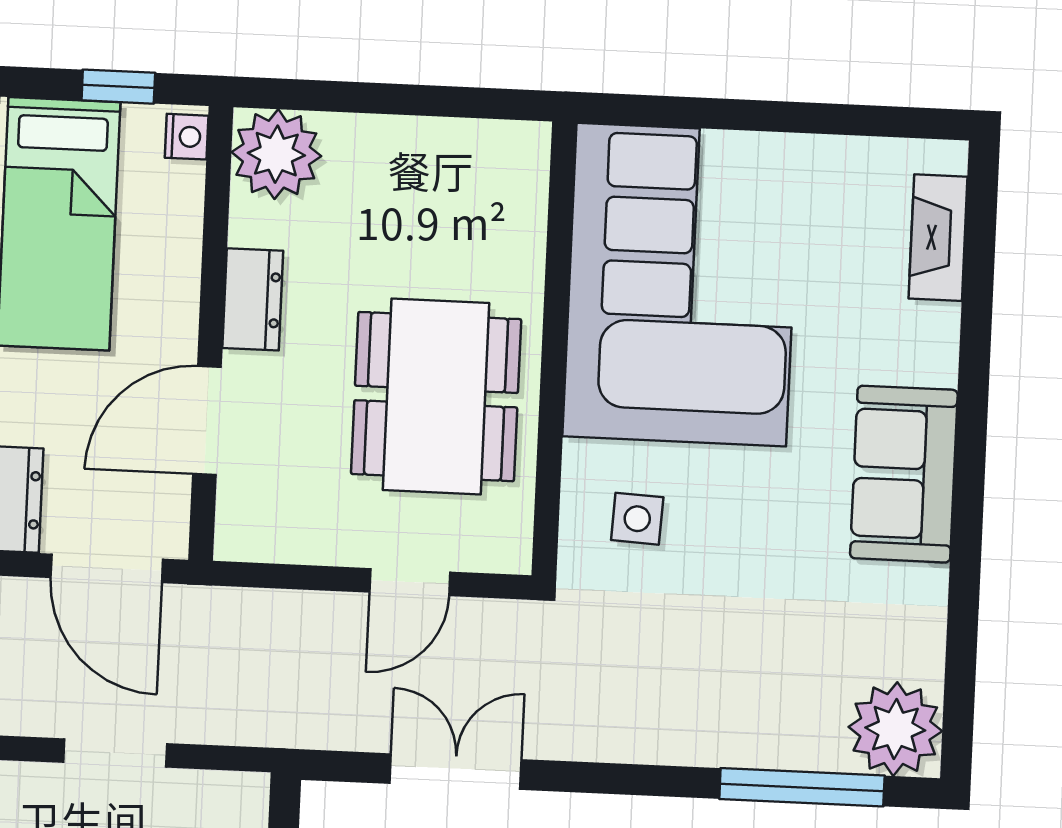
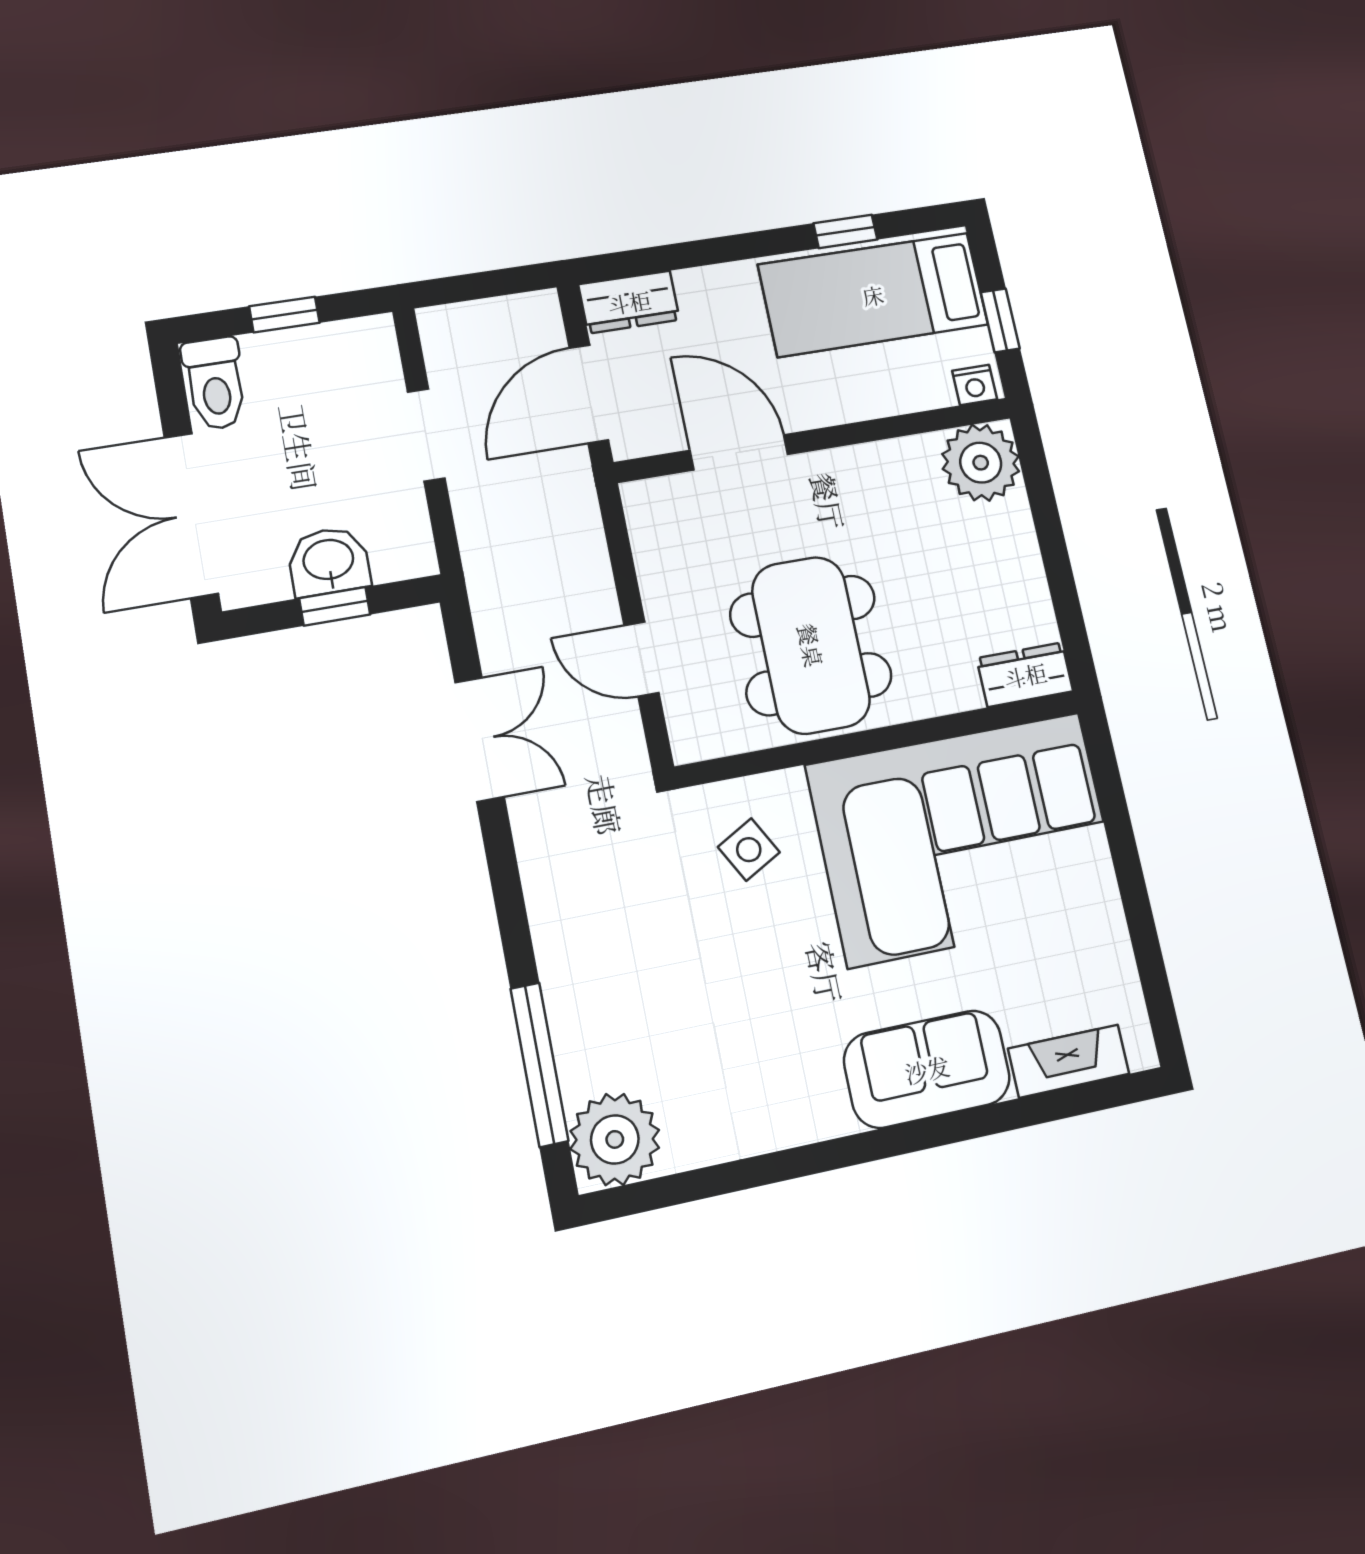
dresser: (253, 299) -> (1025, 675), moved, turned 180
dining table: (436, 397) -> (811, 645), turned 90
sofa: (904, 474) -> (927, 1069), moved
side table: (637, 519) -> (749, 850), turned -32

